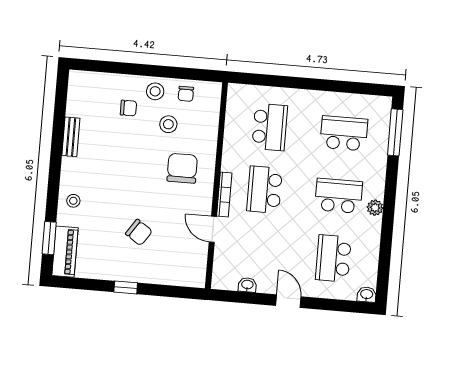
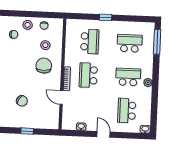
window: (301, 83) -> (106, 17), added
stool: (168, 124) -> (45, 45), moved
window: (126, 287) -> (27, 131), moved

